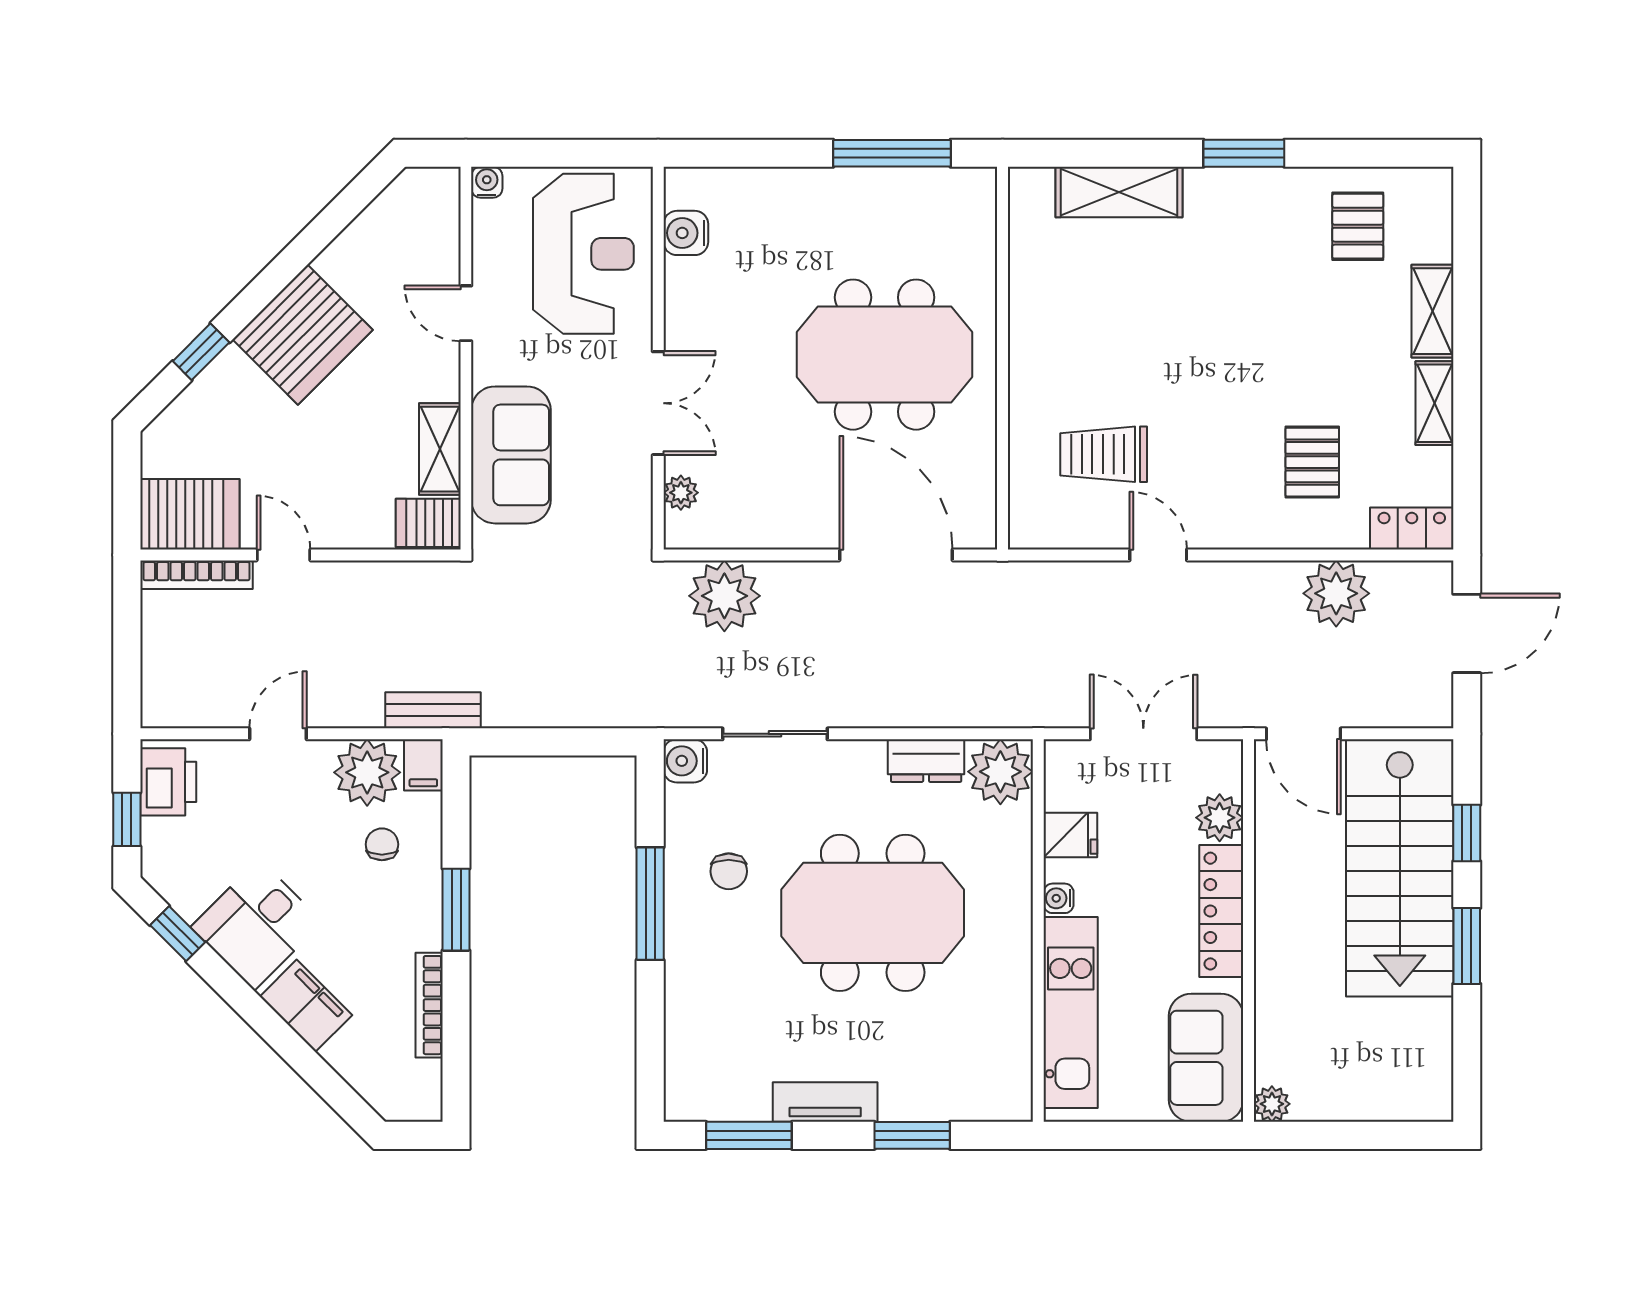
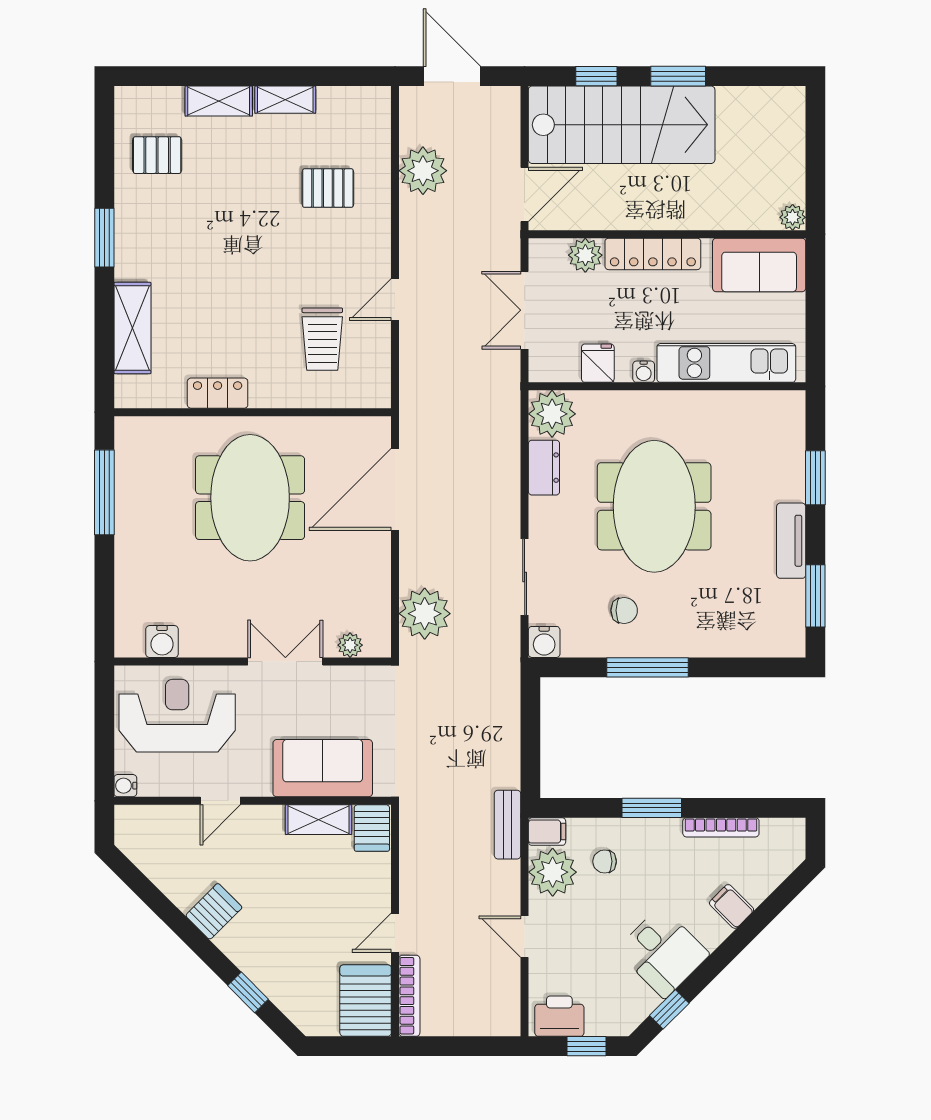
server rack: (303, 335) -> (214, 911), width x0.46, depth x0.70
locker: (1412, 529) -> (218, 393), moved, turned 90
filing cabinet: (306, 1006) -> (732, 906), width x0.50

